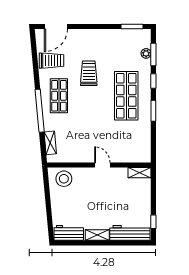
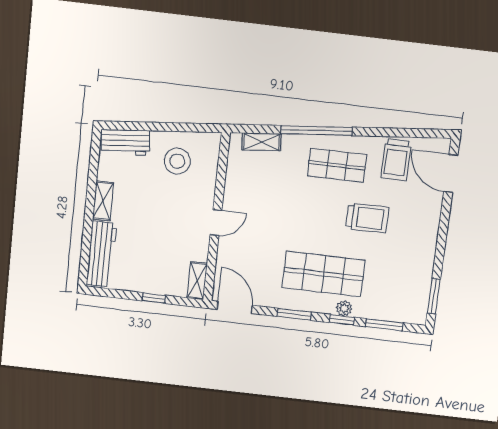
plant: (146, 53) -> (344, 308), moved
door: (153, 148) -> (235, 307), added
stool: (64, 179) -> (177, 161), moved
window: (153, 222) -> (154, 298), moved
workbench: (69, 233) -> (125, 142), moved, turned 85

